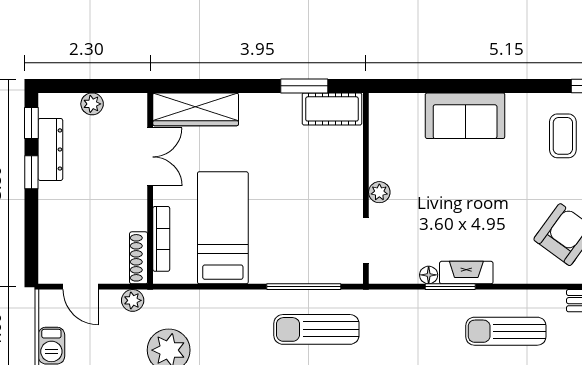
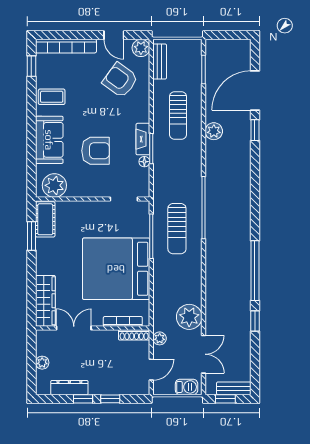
window: (31, 123) -> (110, 399), moved
coffee table: (563, 136) -> (52, 97), moved
plant: (379, 192) -> (54, 185), moved, width x1.88, depth x1.88
armchair: (447, 193) -> (96, 151), added
bed: (223, 228) -> (116, 269), width x2.04

